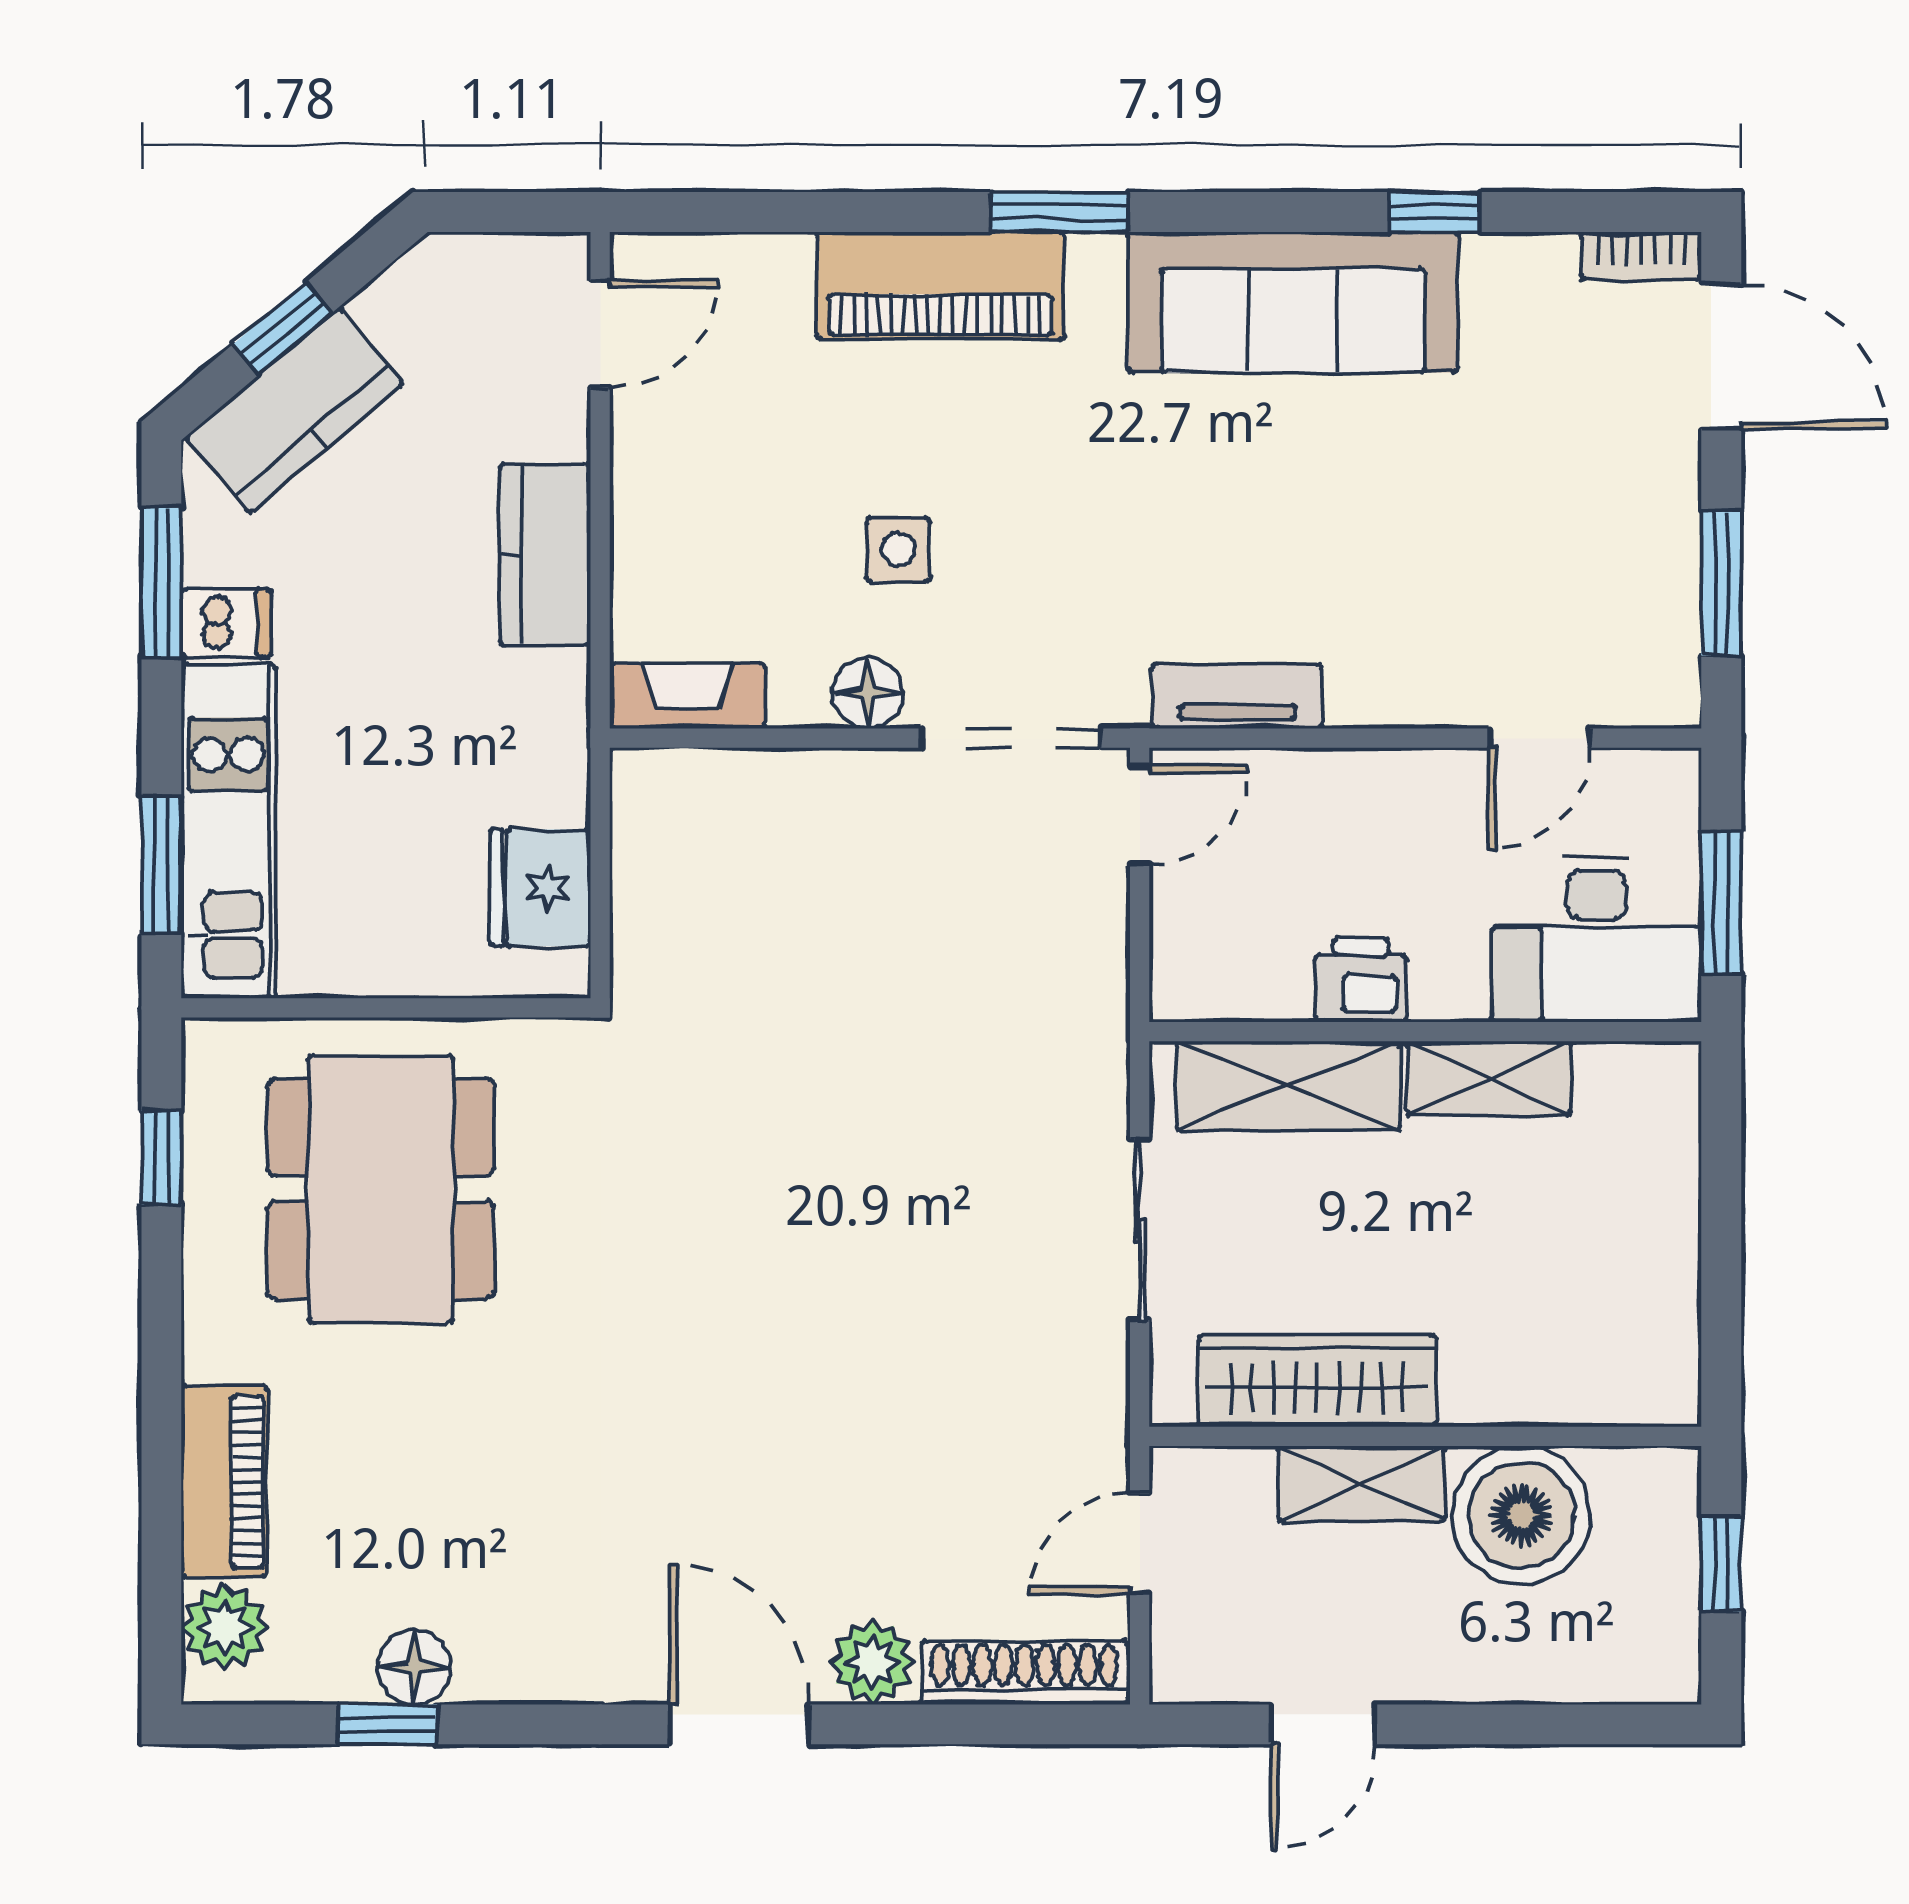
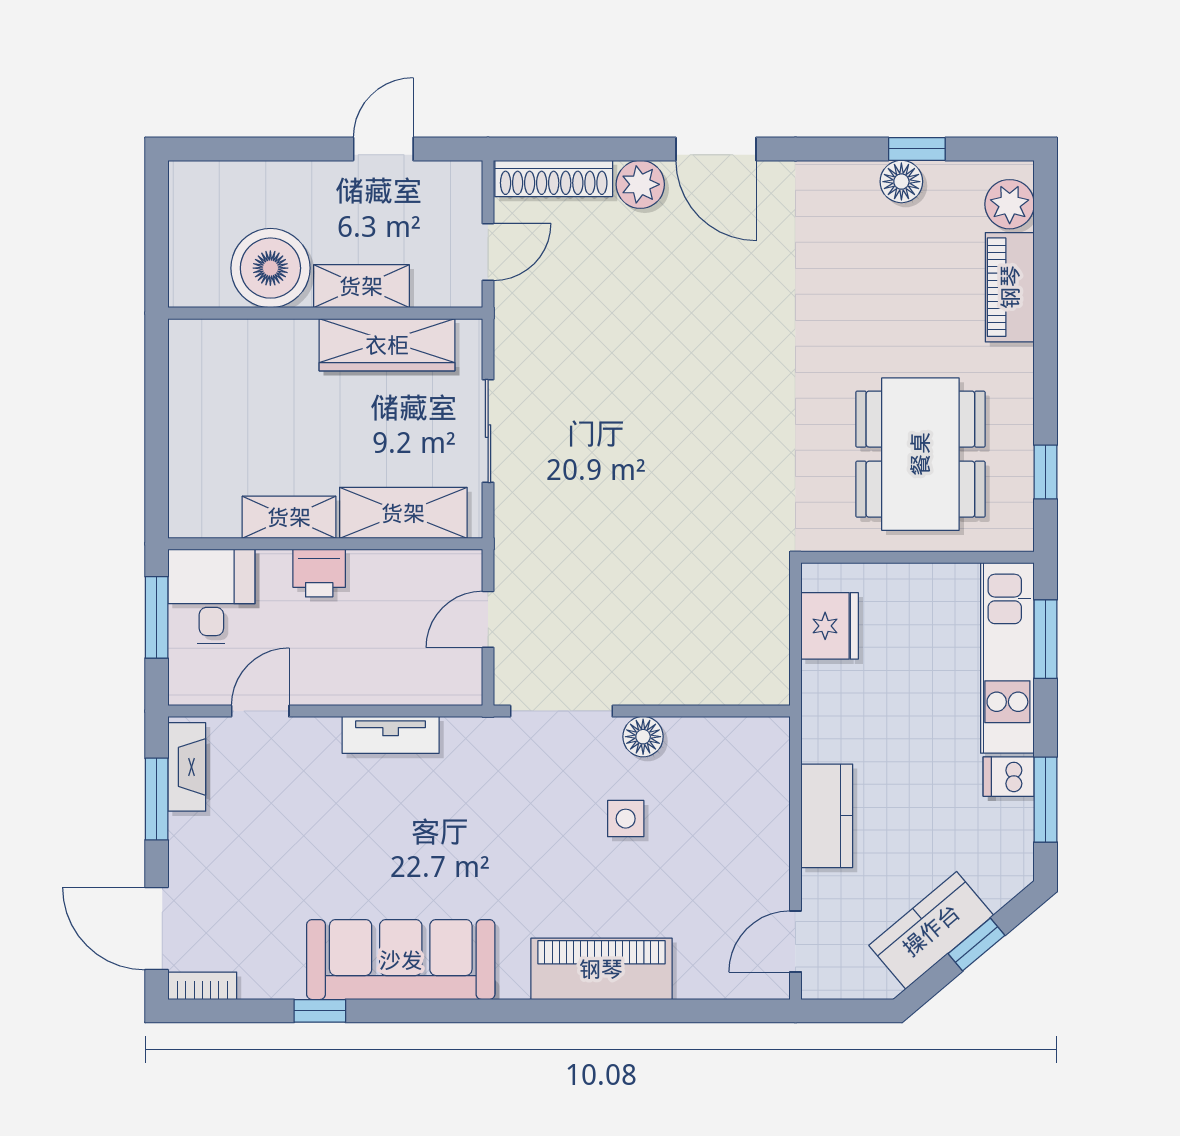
window: (1060, 212) -> (533, 1011), removed
kitchen counter: (295, 410) -> (931, 930), moved
fireplace: (687, 695) -> (187, 767), moved, turned -90
tv unit: (1237, 696) -> (391, 735), moved
door: (1140, 815) -> (488, 619), moved
desk: (1597, 940) -> (211, 596), width x0.73
printer: (1361, 980) -> (319, 573), moved
window: (1721, 1564) -> (157, 240), removed

